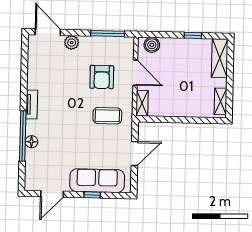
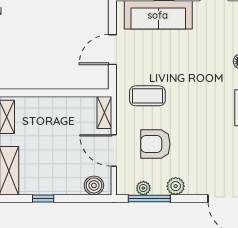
plant: (112, 42) -> (143, 188), added
plant: (72, 43) -> (176, 186), moved
armchair: (102, 77) -> (155, 144), turned -90

